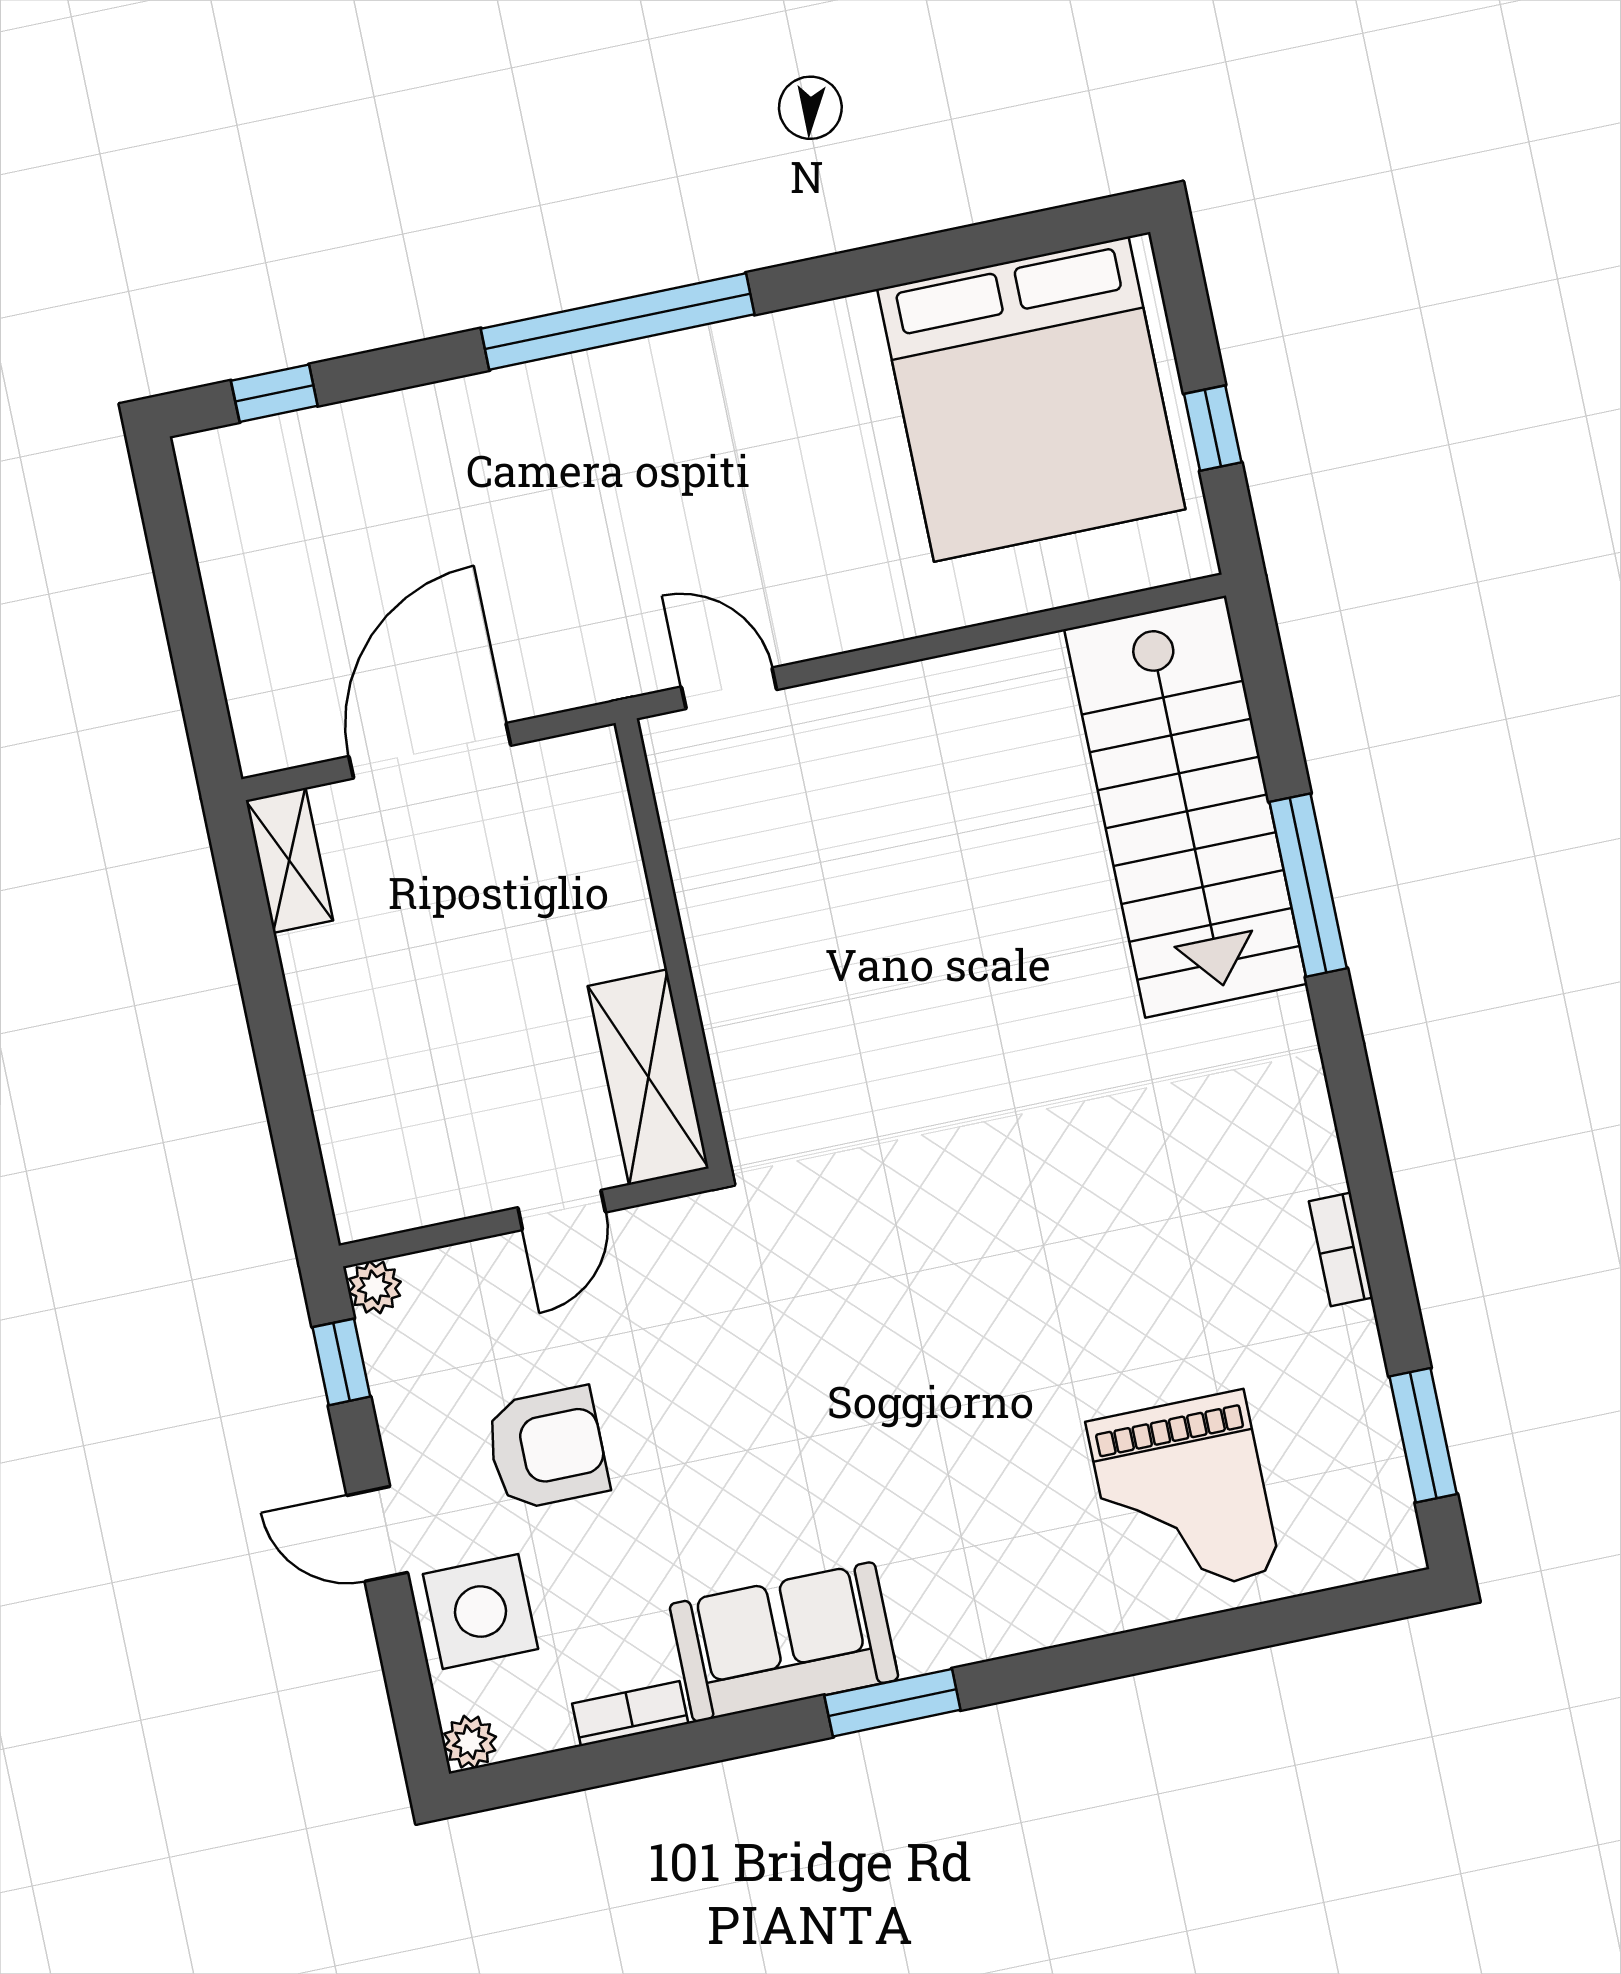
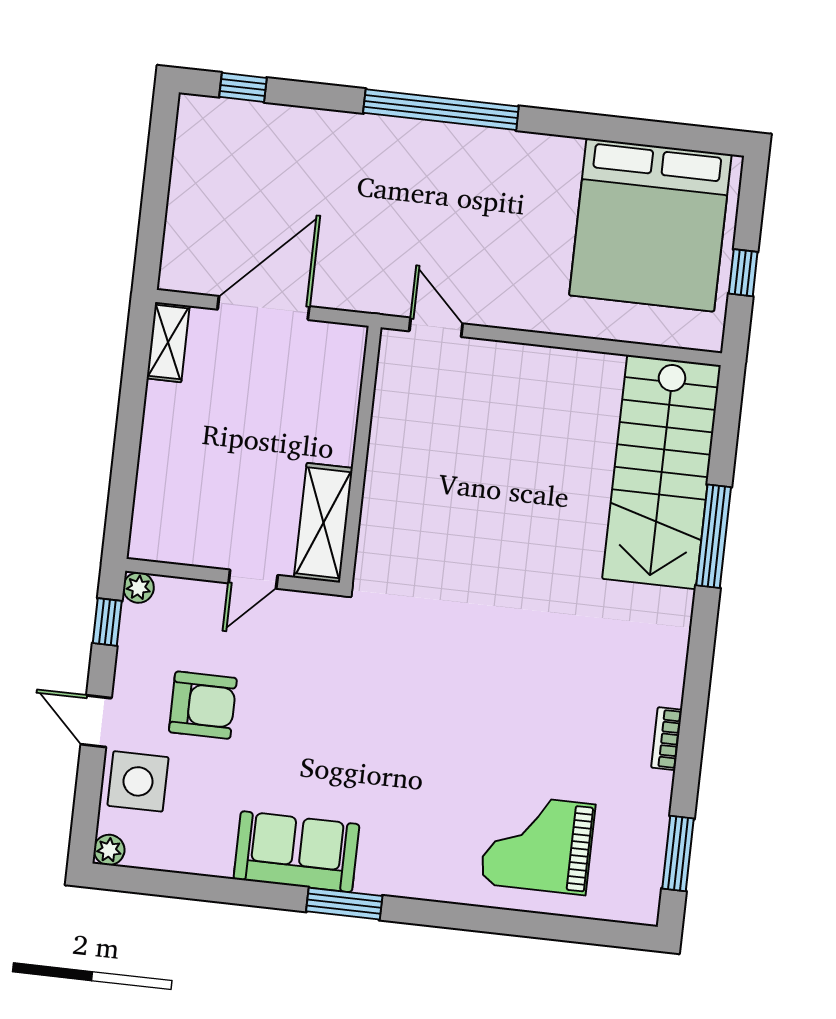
grand piano: (1183, 1497) -> (538, 844), turned 90
bookcase: (630, 1714) -> (201, 863), removed

